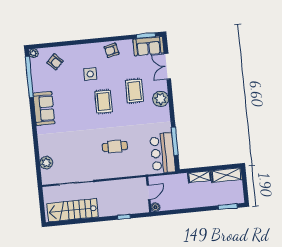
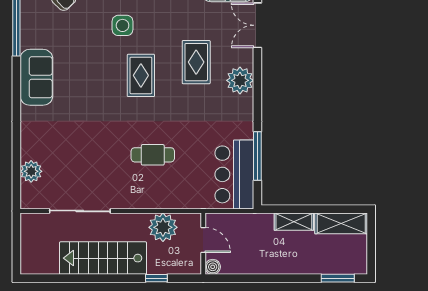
plant: (125, 187) -> (163, 227), added
door: (148, 192) -> (203, 240), hinge flipped
stairs: (72, 210) -> (103, 258), moved

